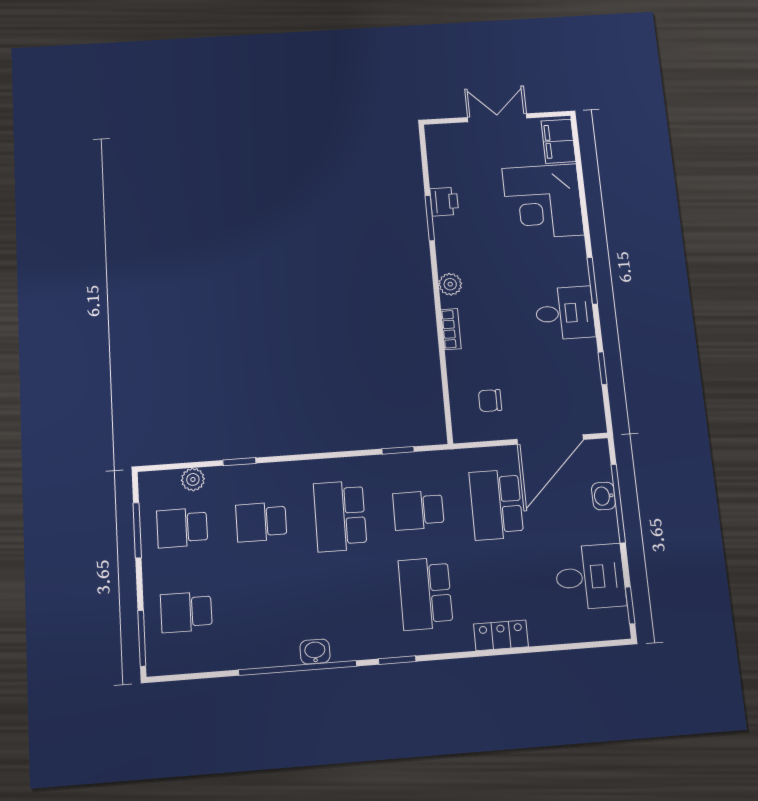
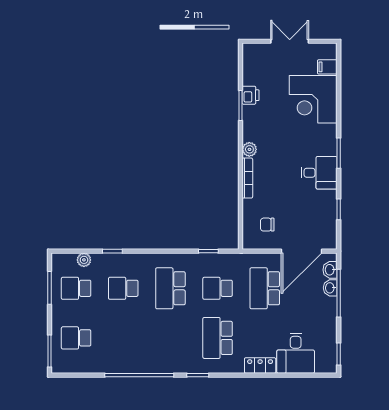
filing cabinet: (558, 141) -> (327, 67), width x0.50
bookcase: (451, 329) -> (247, 178), width x1.56
desk: (590, 577) -> (296, 353), moved, turned 90
washbasin: (315, 652) -> (330, 270), moved, turned -90

